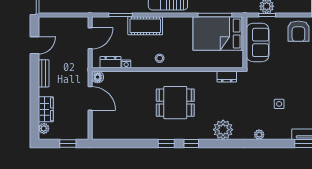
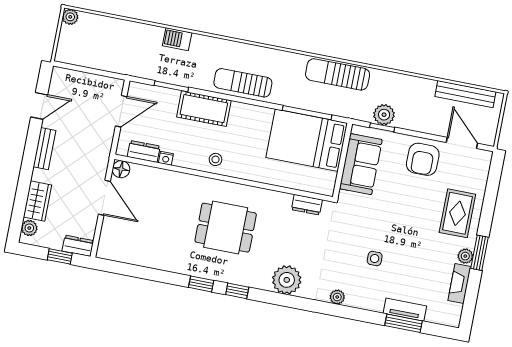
dresser: (79, 134) -> (78, 246), added

